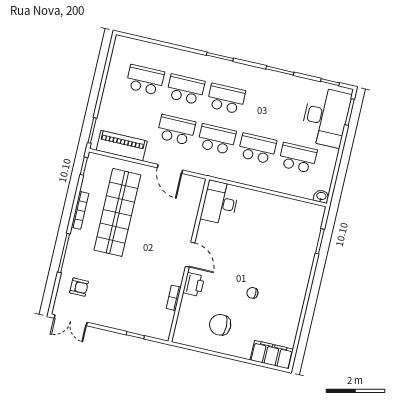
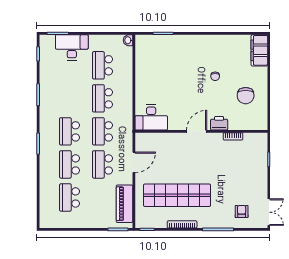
desk: (326, 117) -> (72, 47), width x0.73, depth x0.77

